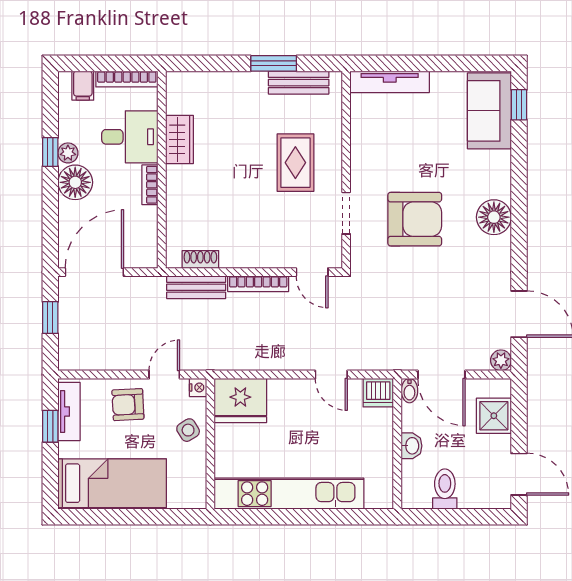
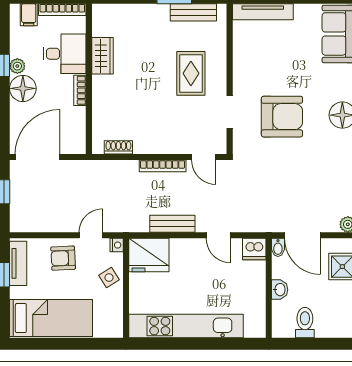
bench: (196, 287) -> (172, 224), moved

